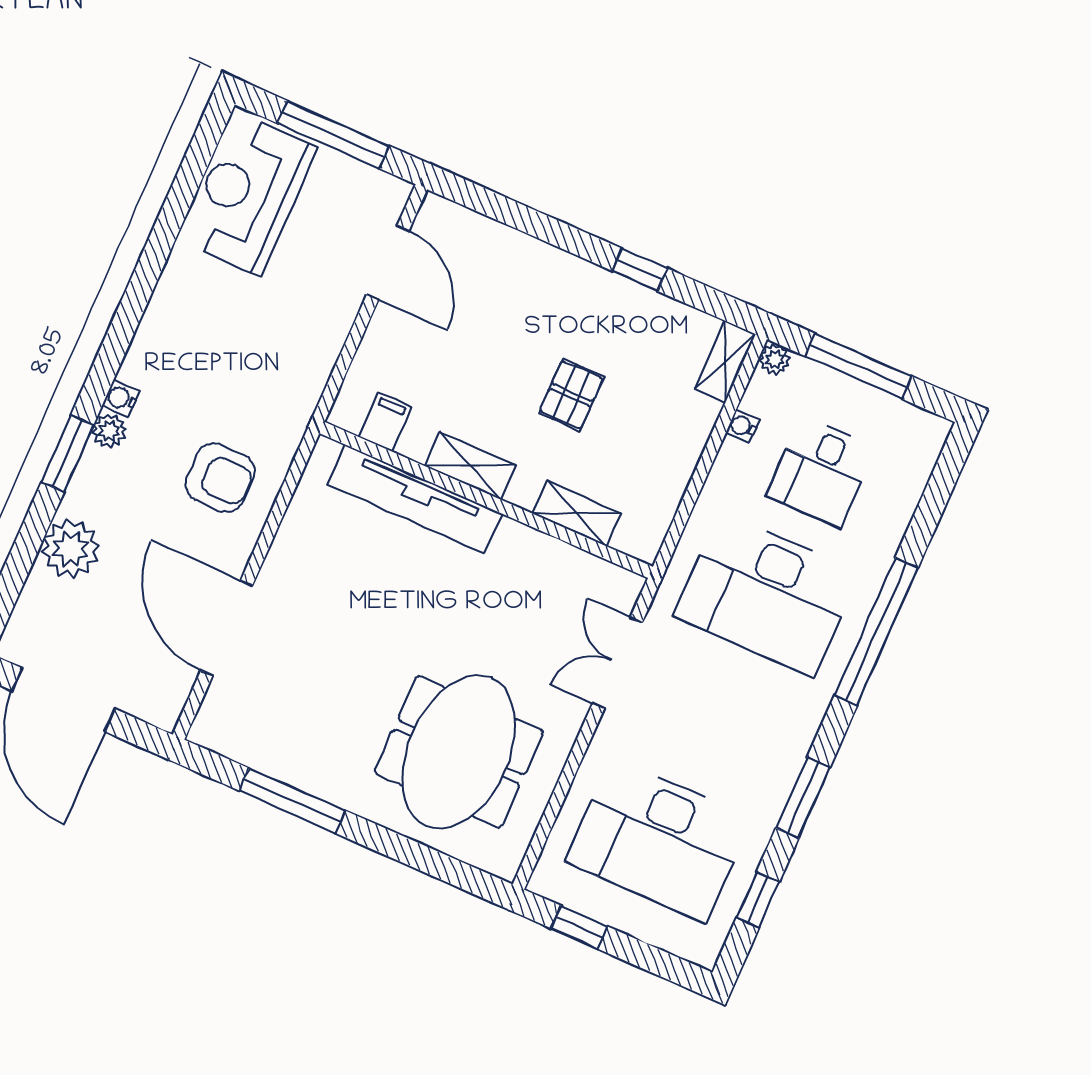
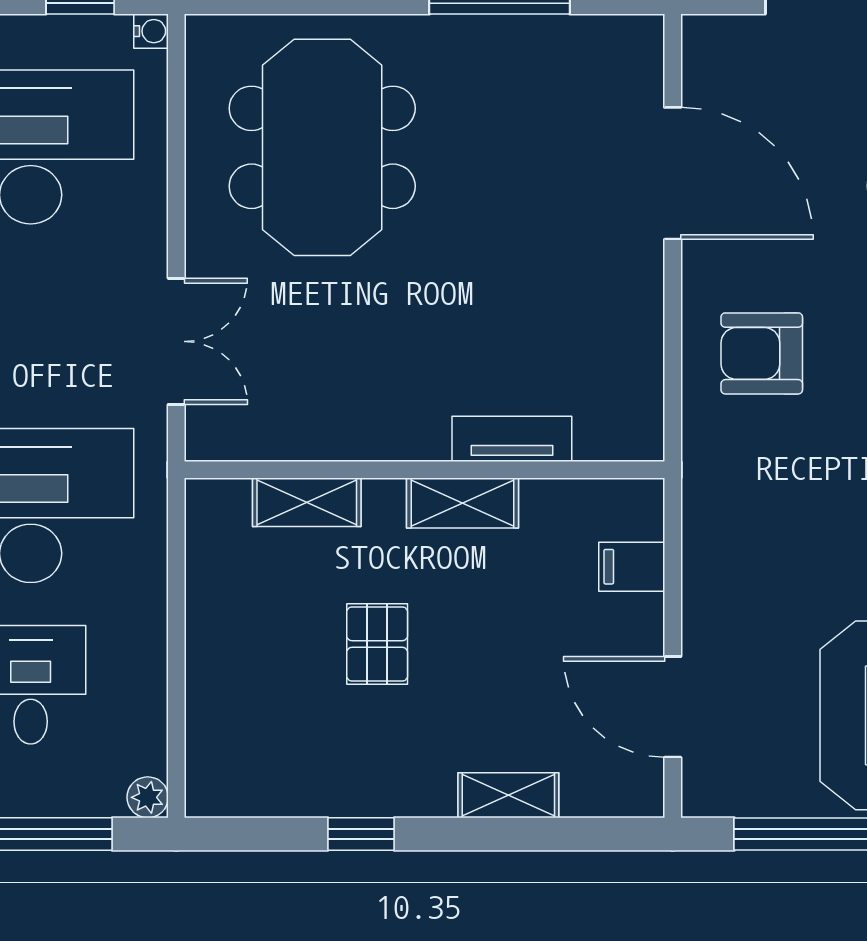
shelving: (725, 362) -> (508, 795), moved, turned 90
filing cabinet: (385, 422) -> (632, 567), moved, turned 90
water cooler: (742, 426) -> (151, 31), moved
tv unit: (415, 499) -> (512, 439), width x0.52, depth x0.78

